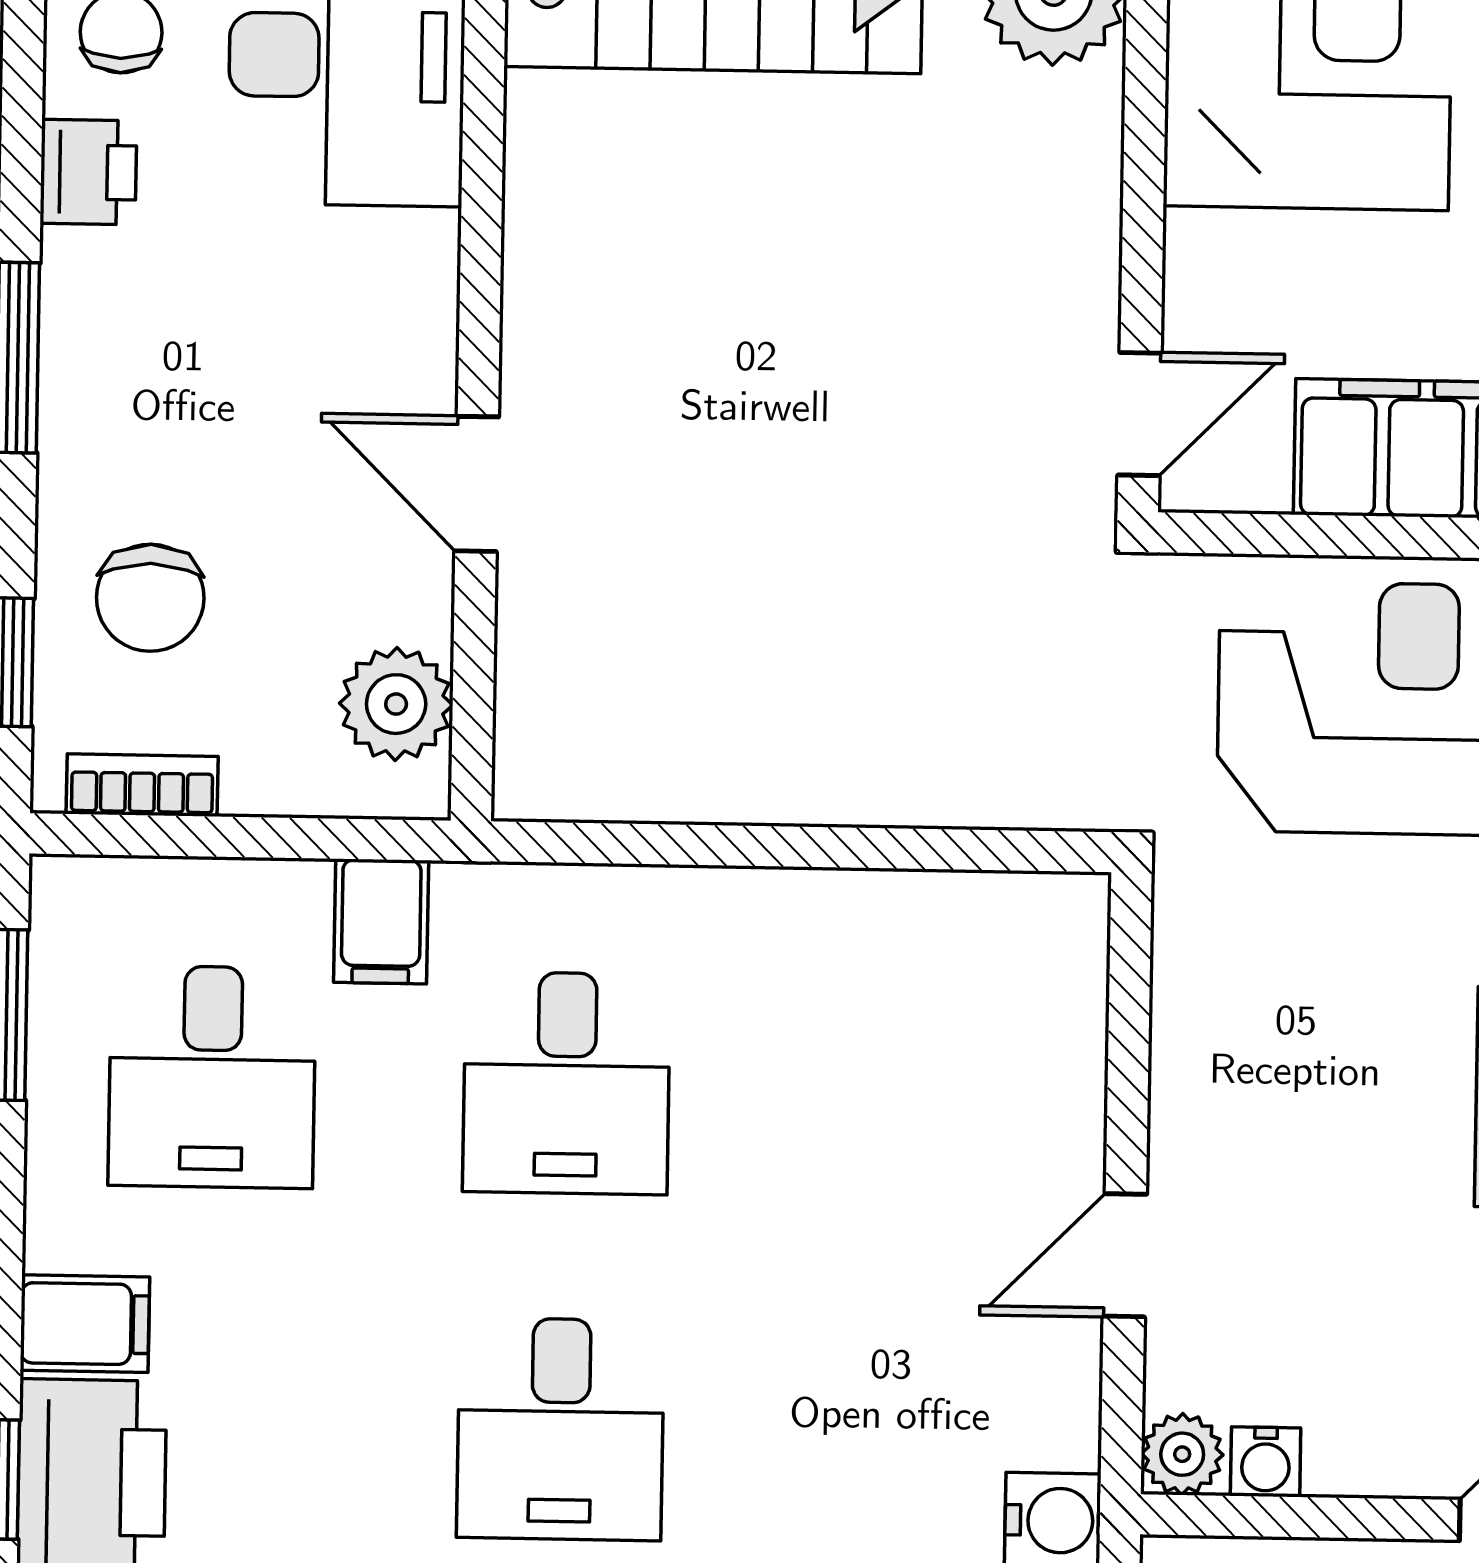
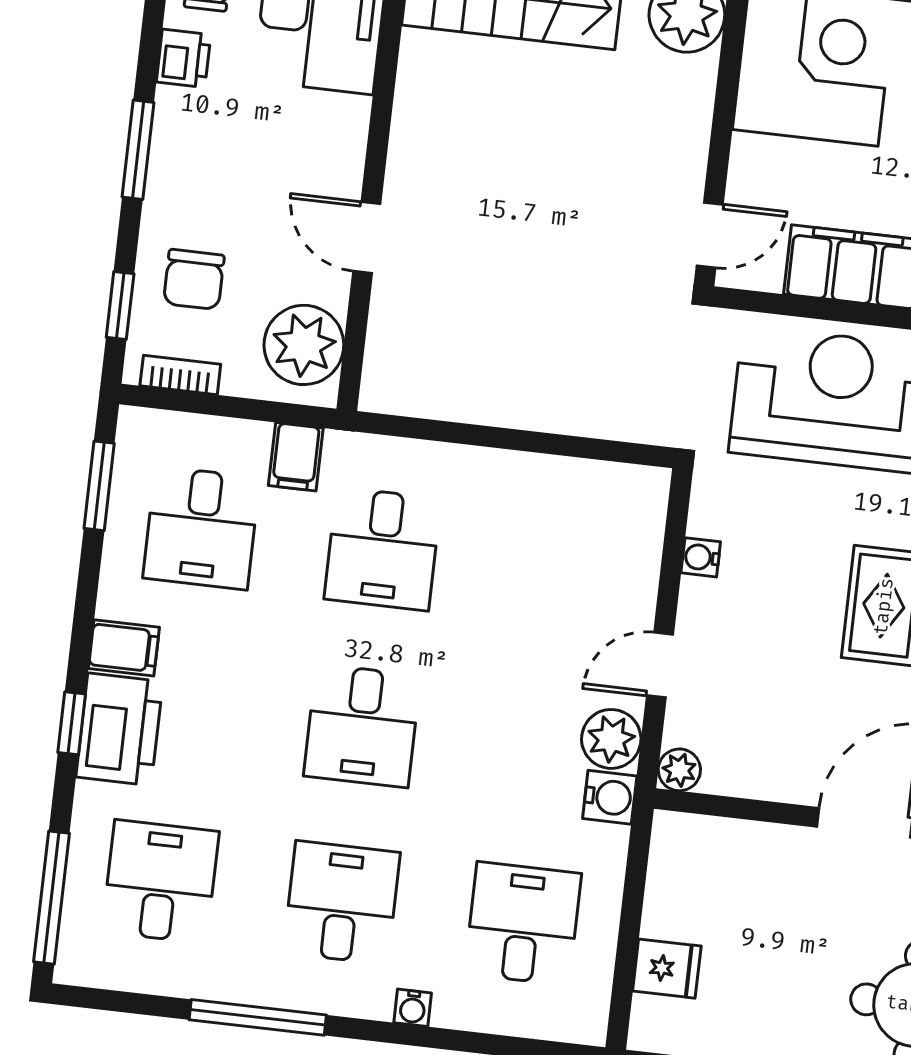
plant: (396, 704) -> (304, 345), width x1.36, depth x1.36
plant: (1045, 1407) -> (611, 739), added
water cooler: (1266, 1462) -> (701, 557), moved, turned 90

